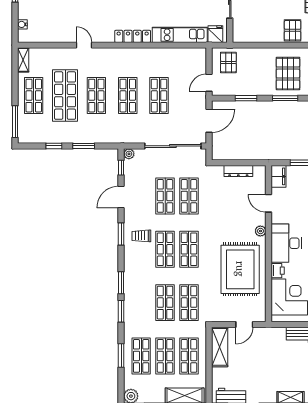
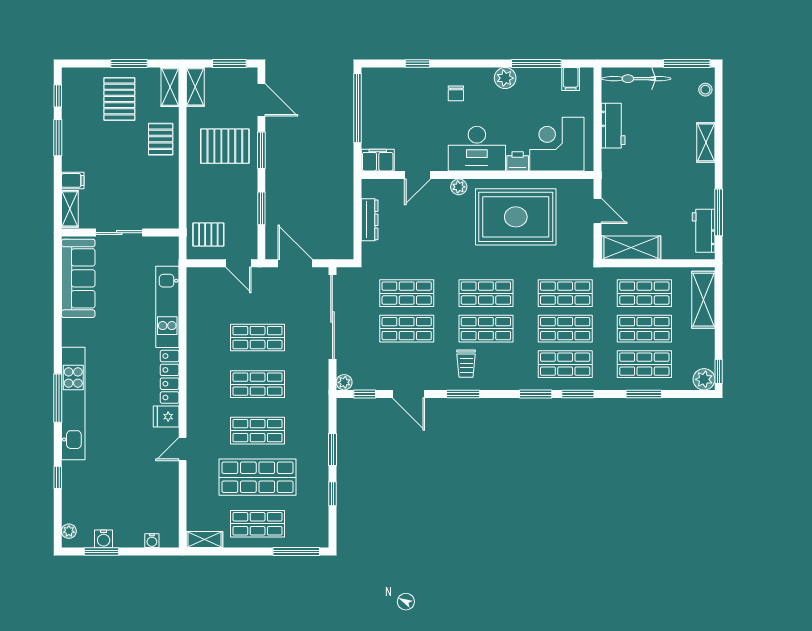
pallet: (293, 30) -> (161, 139), turned 90
fridge: (215, 34) -> (166, 417), moved
shop shelf: (141, 303) -> (565, 364), added

